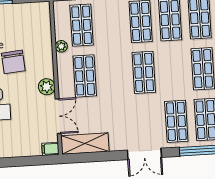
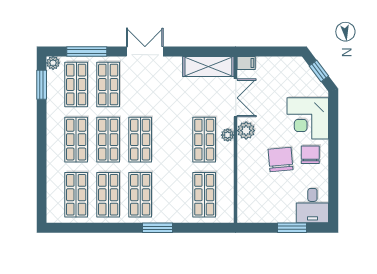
plant: (61, 46) -> (228, 135), moved
shop shelf: (173, 71) -> (108, 140), added
double door: (58, 116) -> (236, 98), swing flipped

